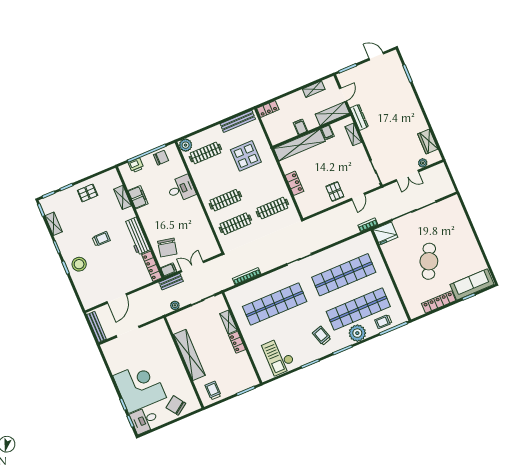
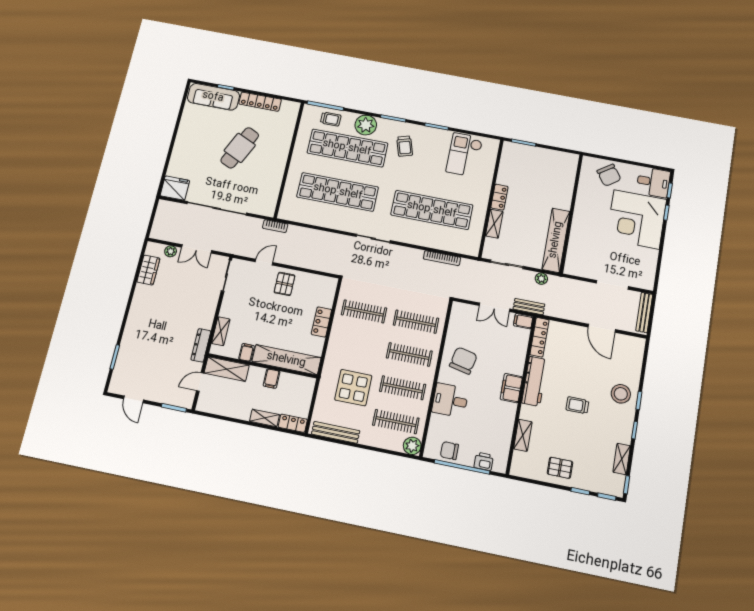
shelving: (314, 89) -> (265, 418), moved
double door: (407, 176) -> (197, 249), swing flipped
clothes rail: (215, 177) -> (403, 388), added
filing cabinet: (138, 197) -> (511, 388), moved
fridge: (385, 233) -> (175, 188), moved
chair: (167, 248) -> (463, 361), moved
door: (117, 298) -> (602, 328), swing flipped
shelving: (189, 355) -> (556, 240), moved
checkout: (279, 356) -> (464, 155), turned 180
trolley: (213, 390) -> (558, 165), removed

